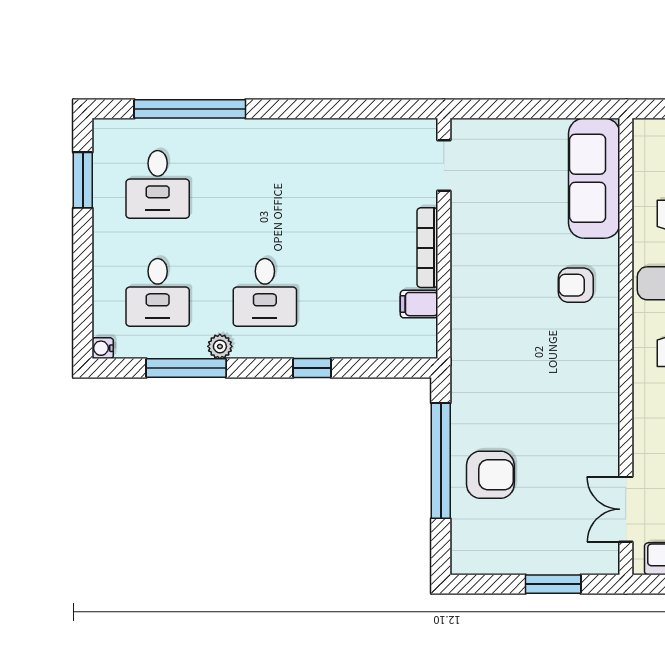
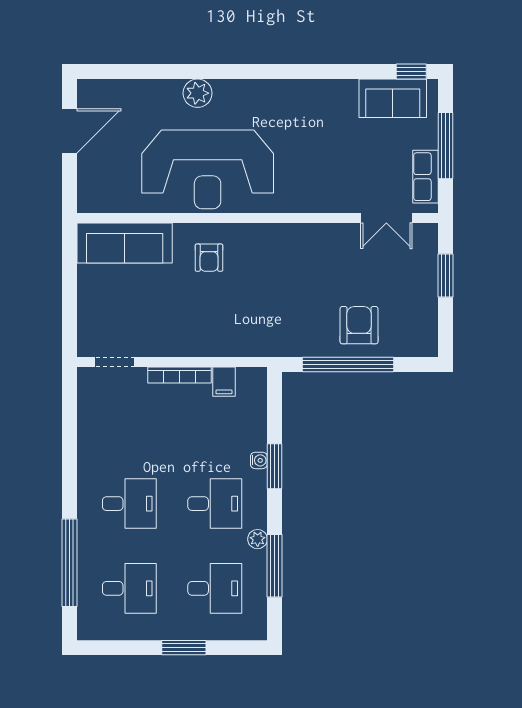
window: (83, 180) -> (184, 648), moved
desk: (265, 184) -> (129, 504), added
water cooler: (103, 348) -> (259, 460), moved, turned -90
window: (312, 368) -> (275, 466), width x1.50

